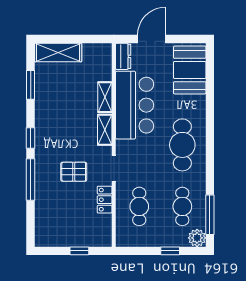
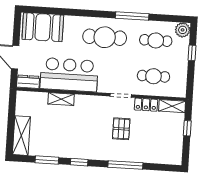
shelving: (105, 130) -> (172, 106), moved
window: (31, 138) -> (79, 162), moved
window: (210, 215) -> (132, 16), moved

